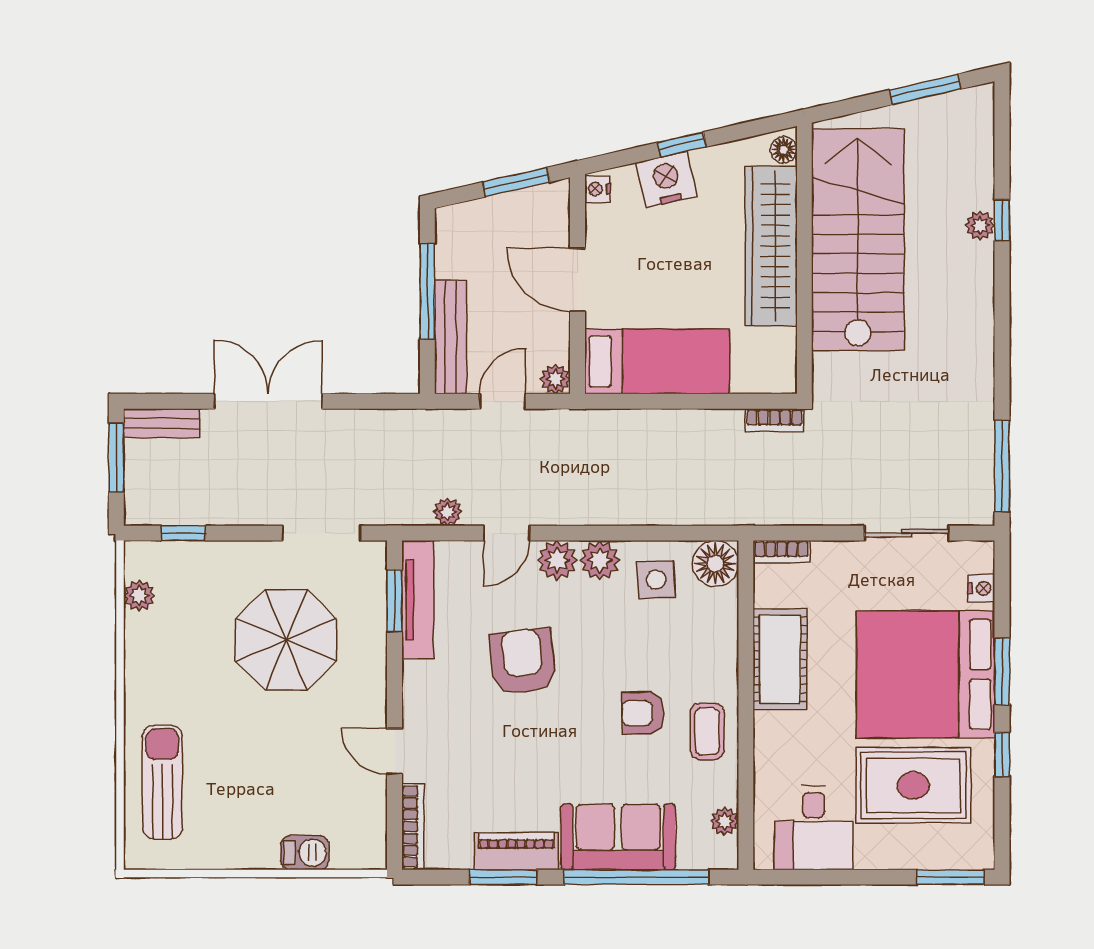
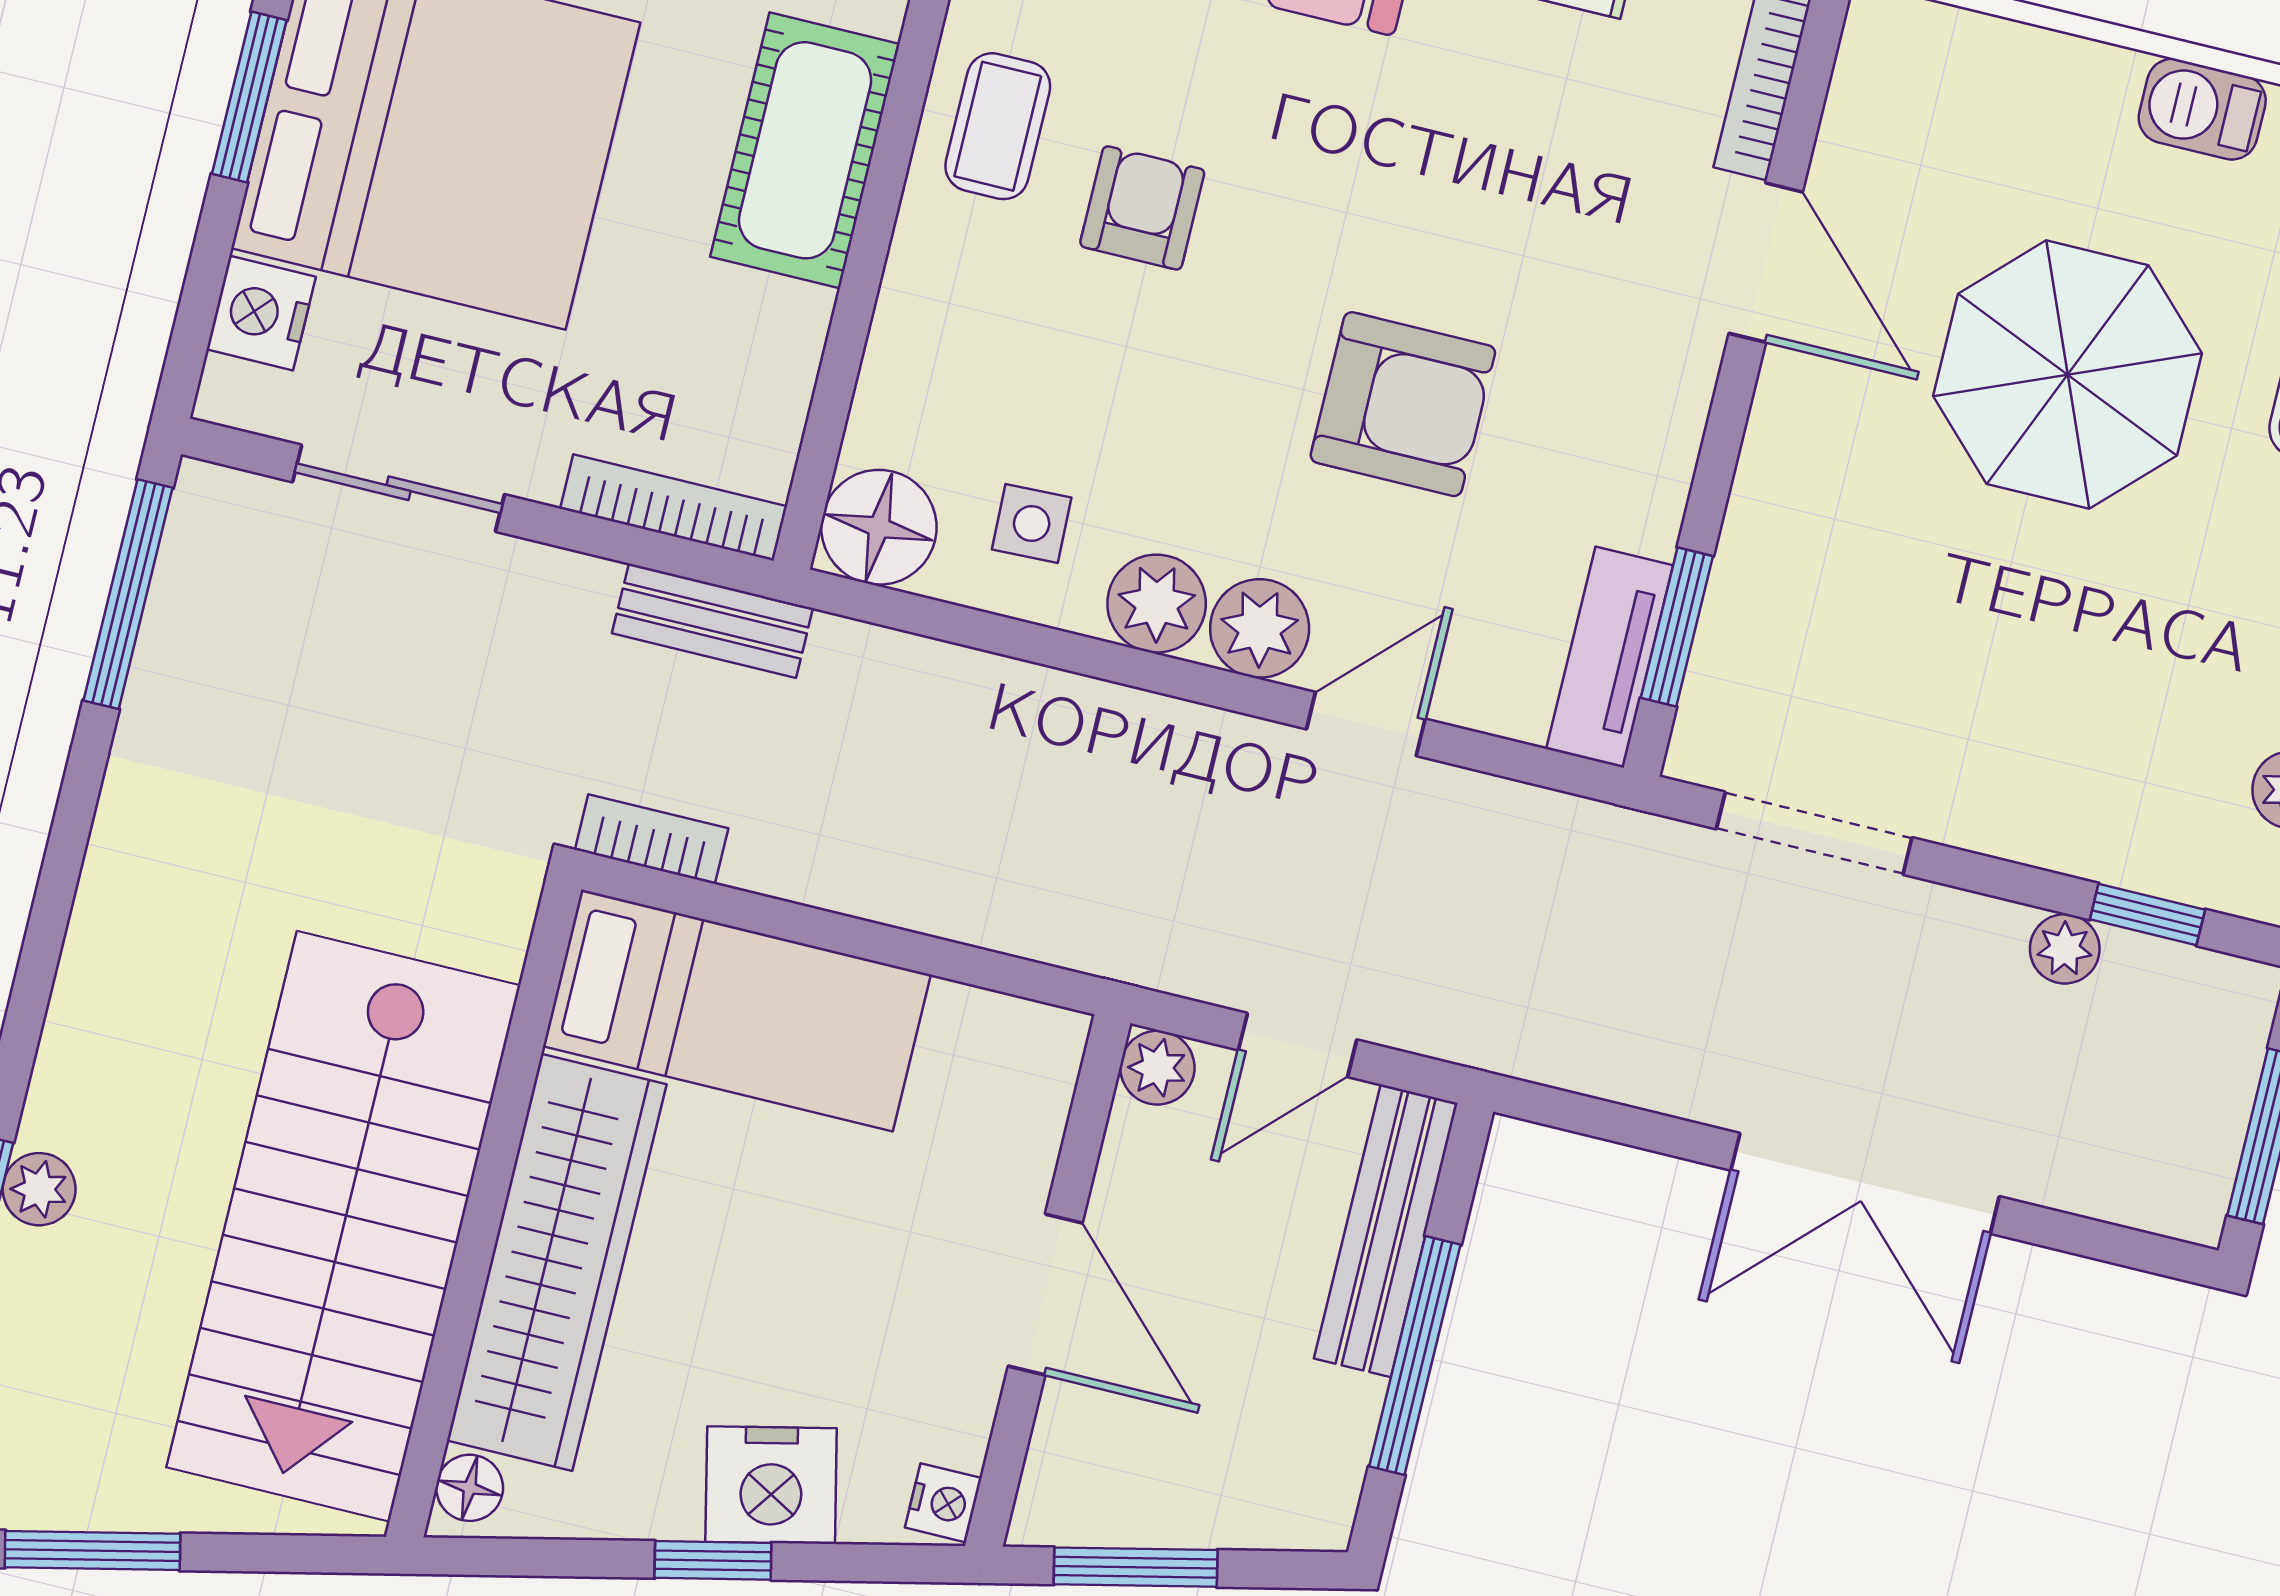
bed: (657, 361) -> (737, 1010), moved, turned 180
bench: (162, 423) -> (712, 621), moved
plant: (448, 512) -> (2065, 949), moved
bookcase: (781, 552) -> (674, 508), width x1.56
side table: (656, 580) -> (1032, 523), width x0.73, depth x0.73
nightstand: (982, 588) -> (261, 313), width x1.39, depth x1.35
tv unit: (418, 600) -> (1610, 657), width x0.71
parasol: (286, 640) -> (2068, 375), moved
cot: (780, 659) -> (805, 150), moved
armchair: (523, 661) -> (1403, 404), turned -84
armchair: (643, 713) -> (1142, 208), turned -90
door: (394, 751) -> (1766, 263), width x1.38
barbecue: (305, 853) -> (2202, 109), moved

